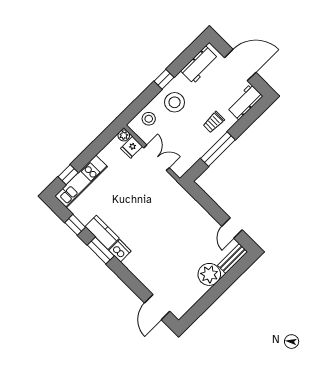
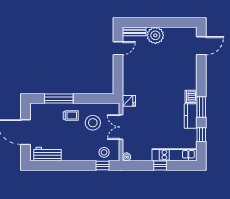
window: (164, 79) -> (103, 166), moved
stool: (175, 102) -> (93, 123), moved
workbench: (245, 102) -> (43, 110), removed
fridge: (132, 147) -> (129, 101), moved
window: (218, 149) -> (59, 99), moved
window: (68, 175) -> (160, 166), moved

